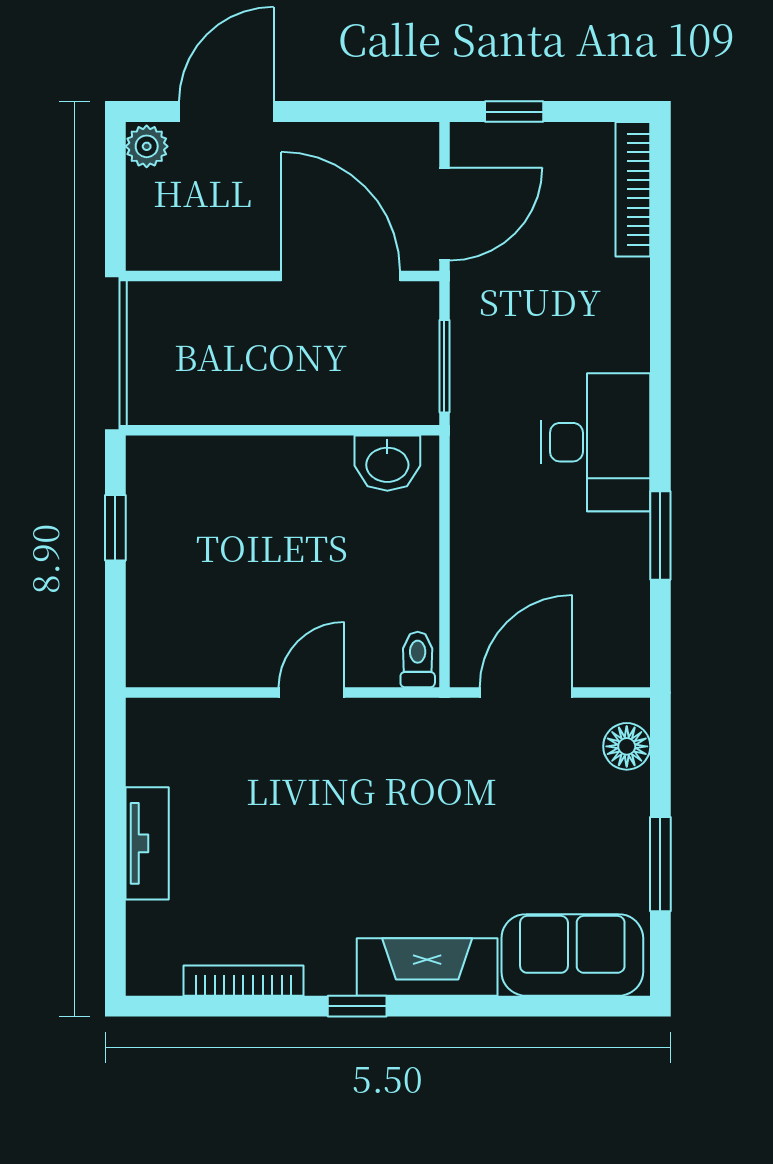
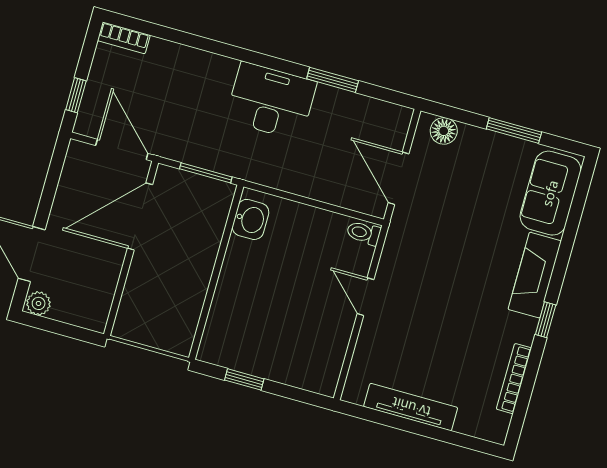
bookcase: (633, 189) -> (124, 38), width x0.64
tv unit: (147, 843) -> (411, 407), width x1.41

